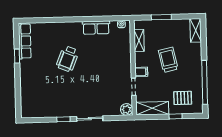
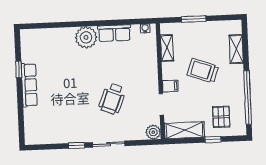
shelving: (196, 30) -> (236, 49), moved
plant: (73, 31) -> (86, 37), added
row of seats: (25, 41) -> (29, 85), moved
wheelchair: (67, 59) -> (112, 99), moved
trolley: (168, 60) -> (203, 71), turned -58
pallet: (183, 98) -> (221, 117), turned 90

